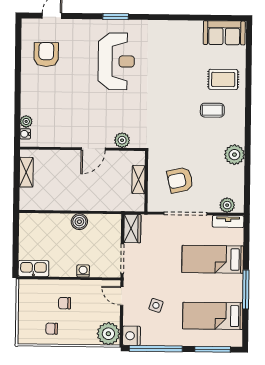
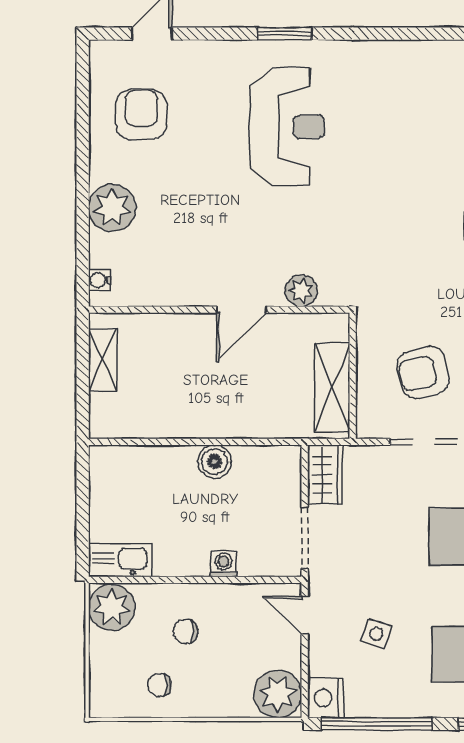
plant: (26, 121) -> (112, 208), moved, width x1.87, depth x1.87
shelving: (138, 180) -> (332, 387), width x1.50, depth x1.33
plant: (29, 291) -> (112, 607), added

